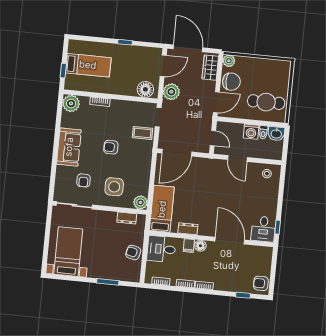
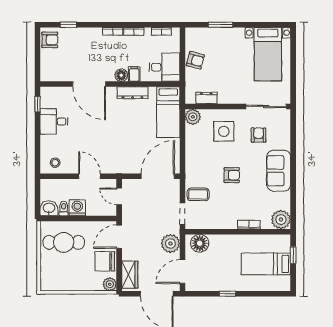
dresser: (188, 229) -> (132, 93), width x1.44
desk: (263, 229) -> (54, 122), moved, turned -90

